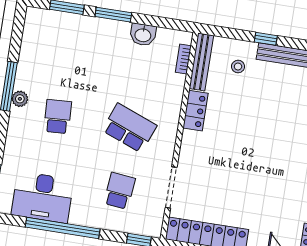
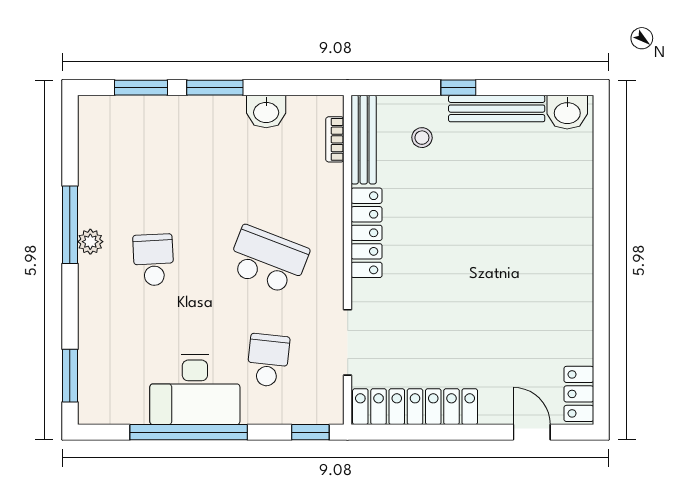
locker: (195, 111) -> (367, 233), width x1.53
desk: (43, 197) -> (195, 389), moved

